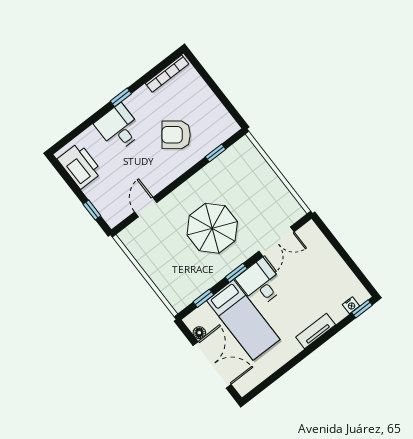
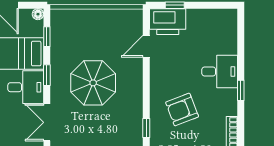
armchair: (176, 135) -> (182, 109), turned -149
printer: (80, 166) -> (168, 22), moved
door: (146, 207) -> (146, 46), swing flipped
floor lamp: (199, 333) -> (38, 14), moved

